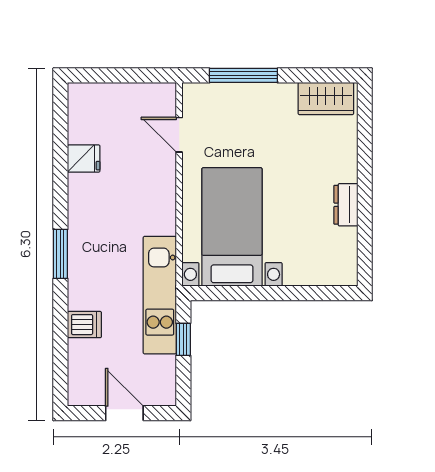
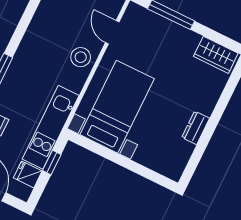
fridge: (84, 159) -> (28, 174), moved, turned 180
stool: (154, 186) -> (81, 57), added

